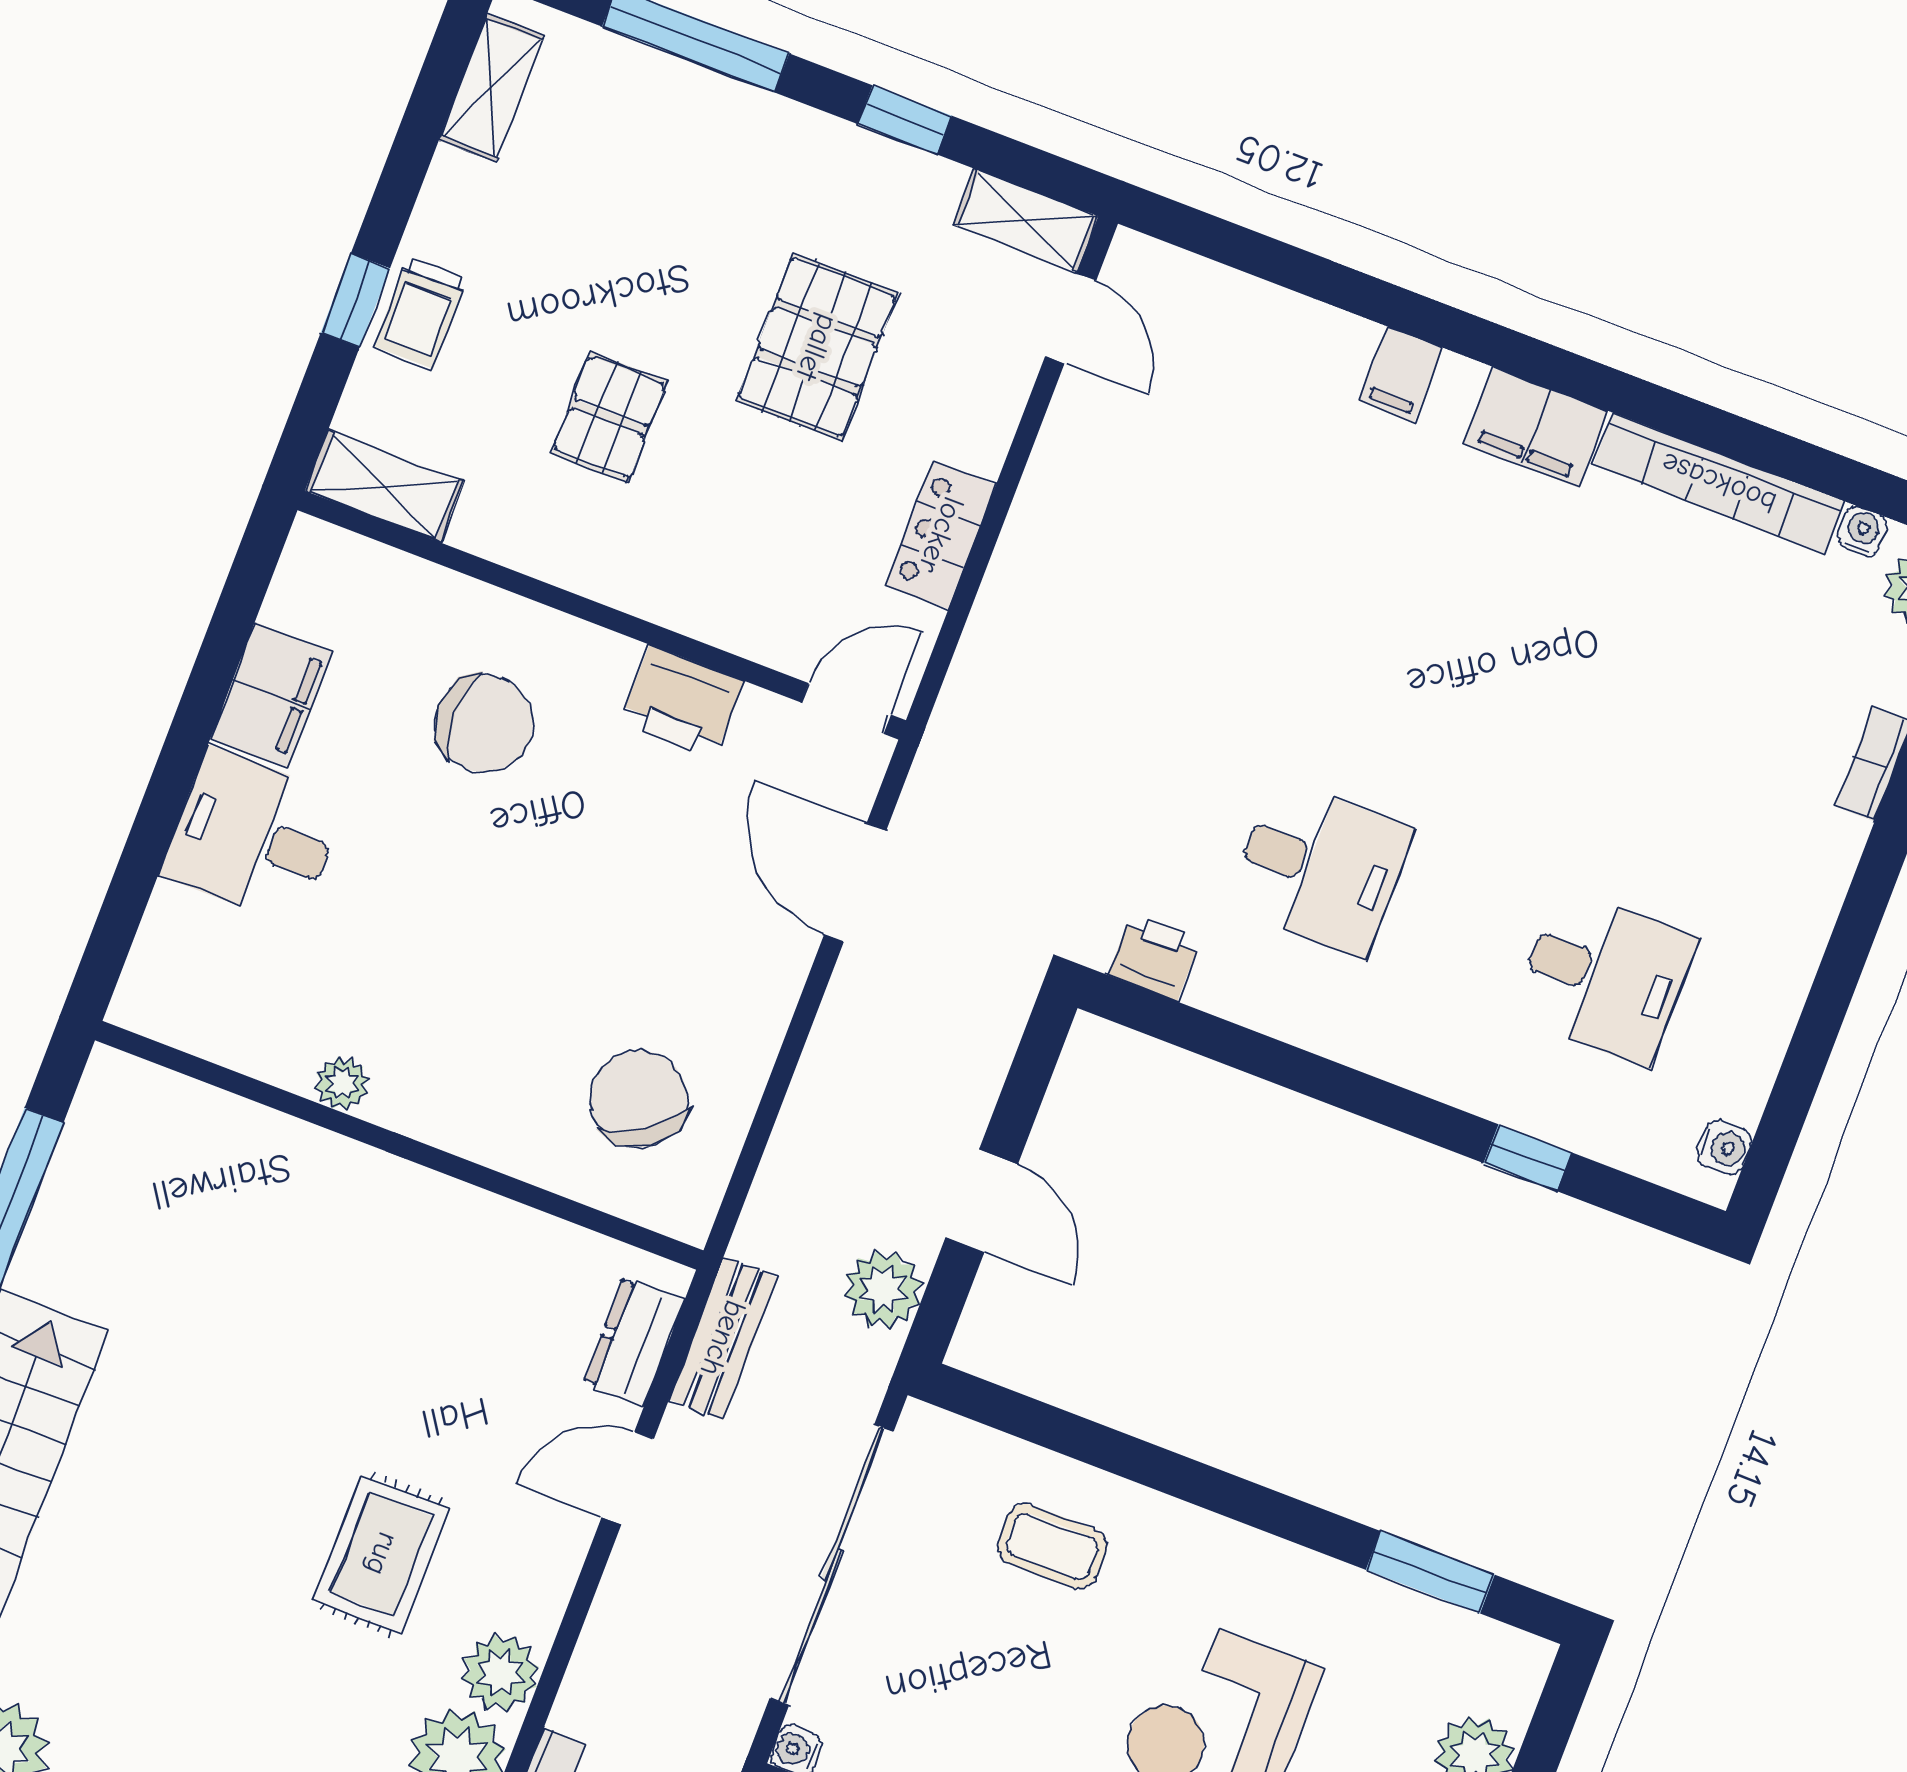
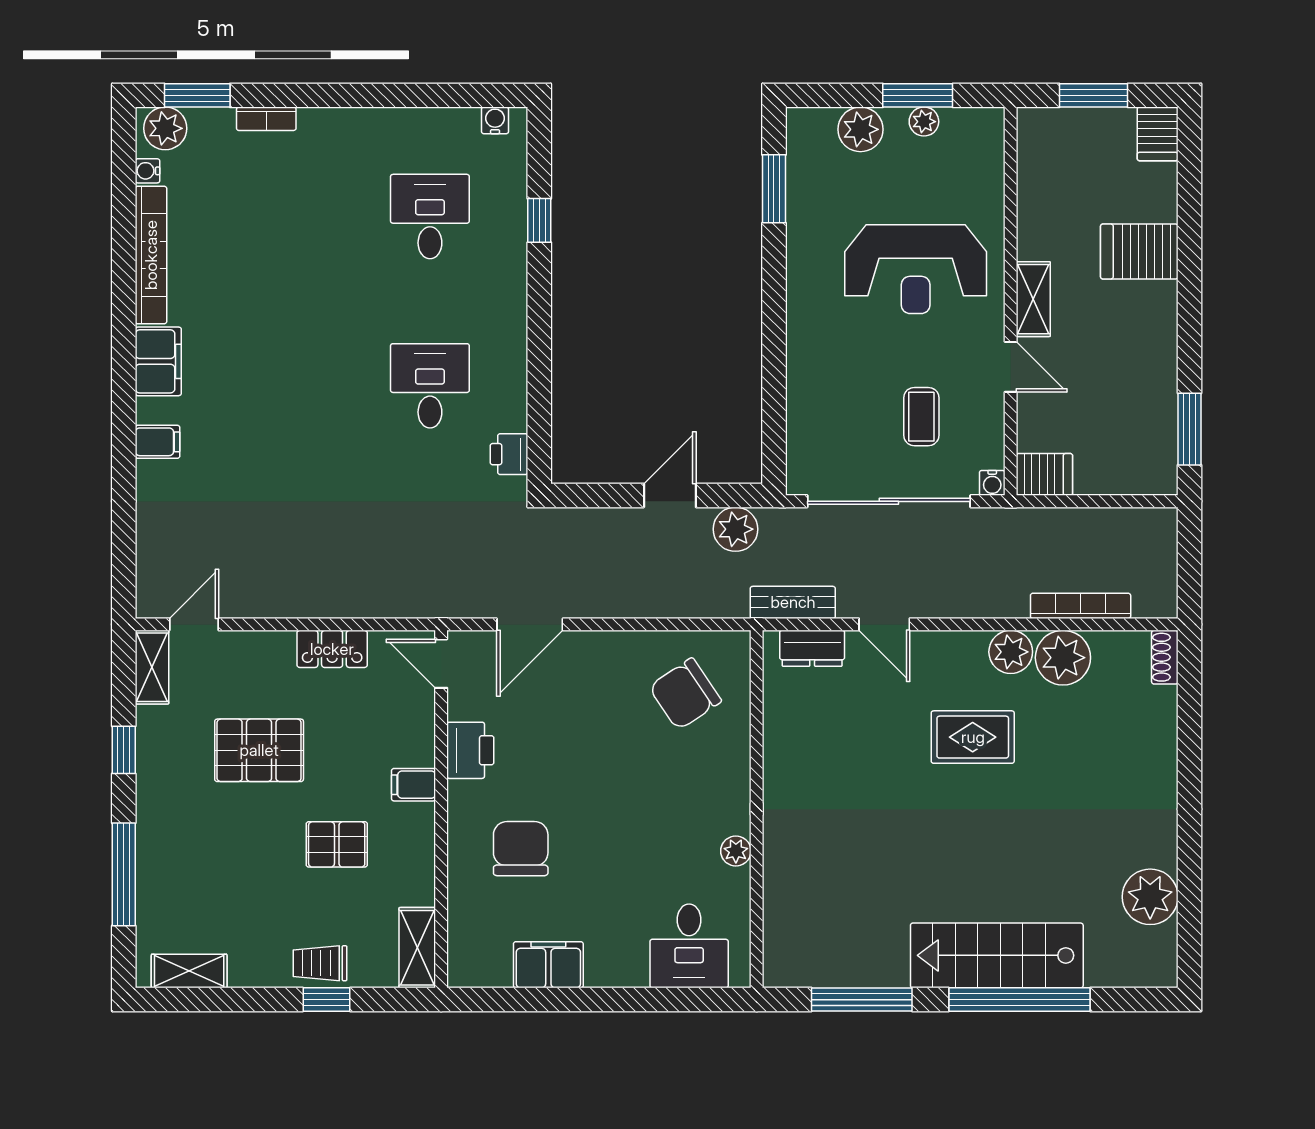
trolley: (420, 313) -> (320, 963), turned 180
filing cabinet: (660, 584) -> (414, 785), added
desk: (254, 837) -> (689, 946), moved
coffee table: (1052, 1546) -> (921, 417), moved

